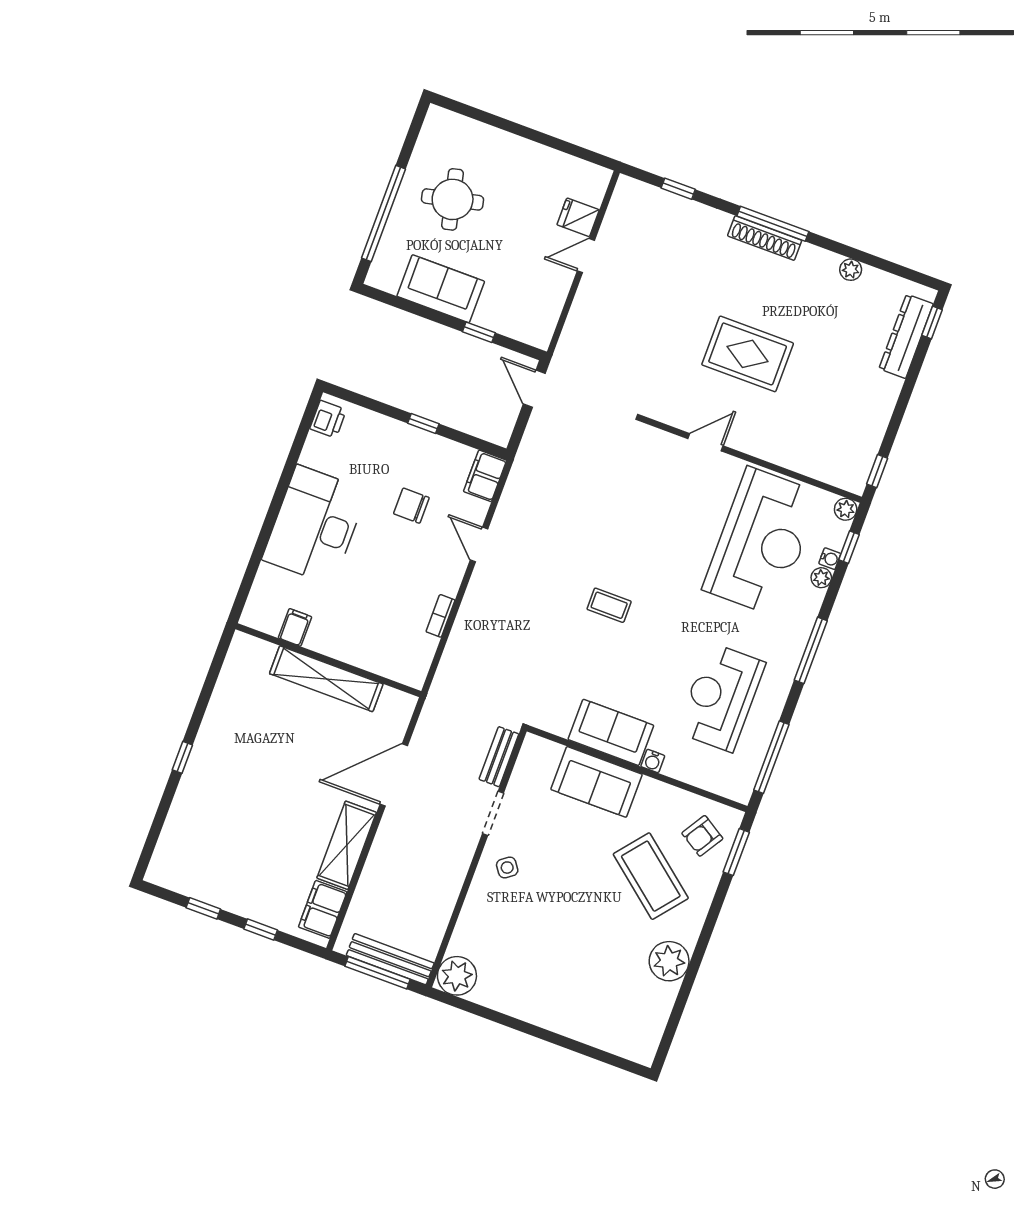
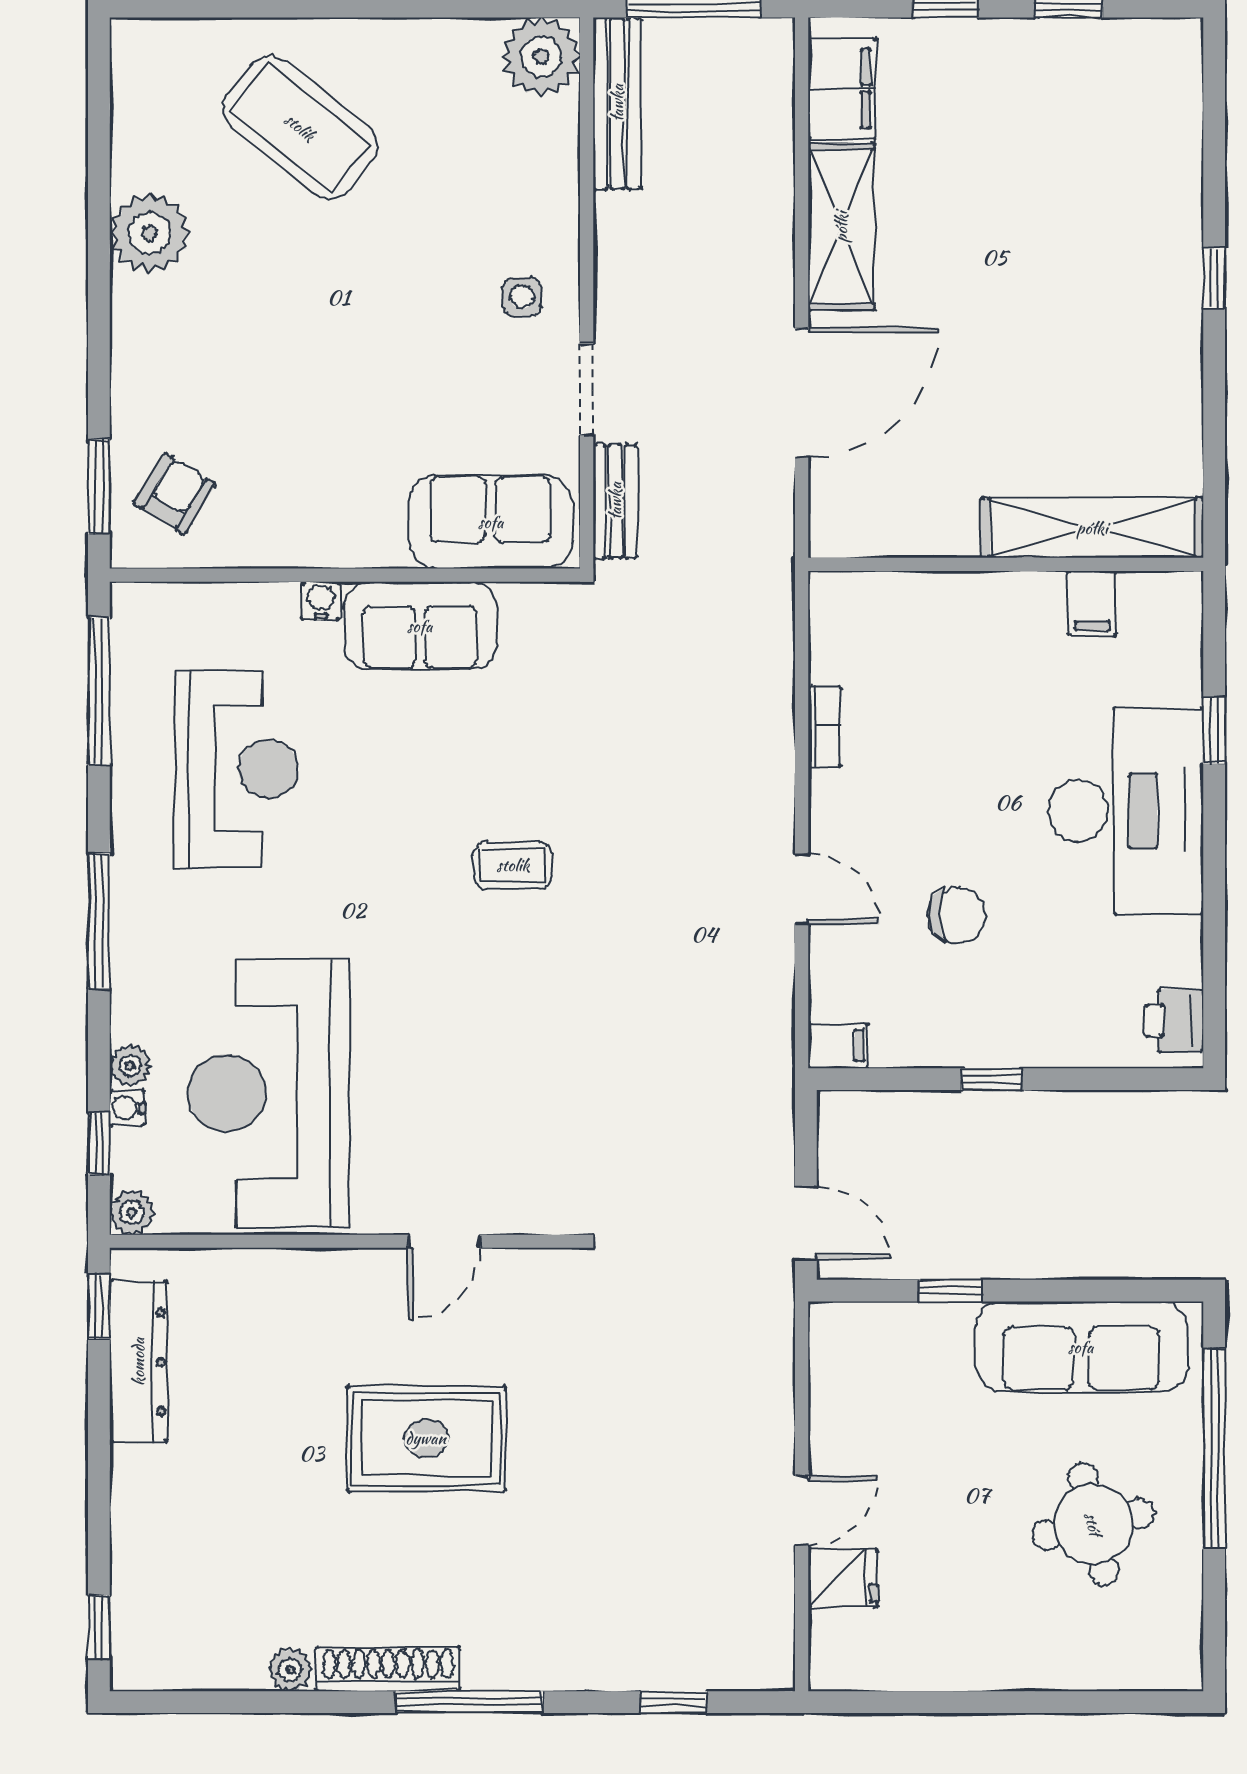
shoe rack: (765, 238) -> (388, 1669), moved
sofa: (441, 289) -> (1081, 1347), width x1.36
dresser: (906, 336) -> (138, 1362), moved
filing cabinet: (485, 476) -> (838, 1046), width x0.50
window: (260, 547) -> (1214, 730), added
shelving: (326, 679) -> (1092, 528), moved
sofa: (596, 782) -> (491, 522), moved
side table: (507, 868) -> (522, 297), turned 36
coffee table: (651, 876) -> (300, 127), moved
bench: (390, 959) -> (617, 103), moved, turned 90

